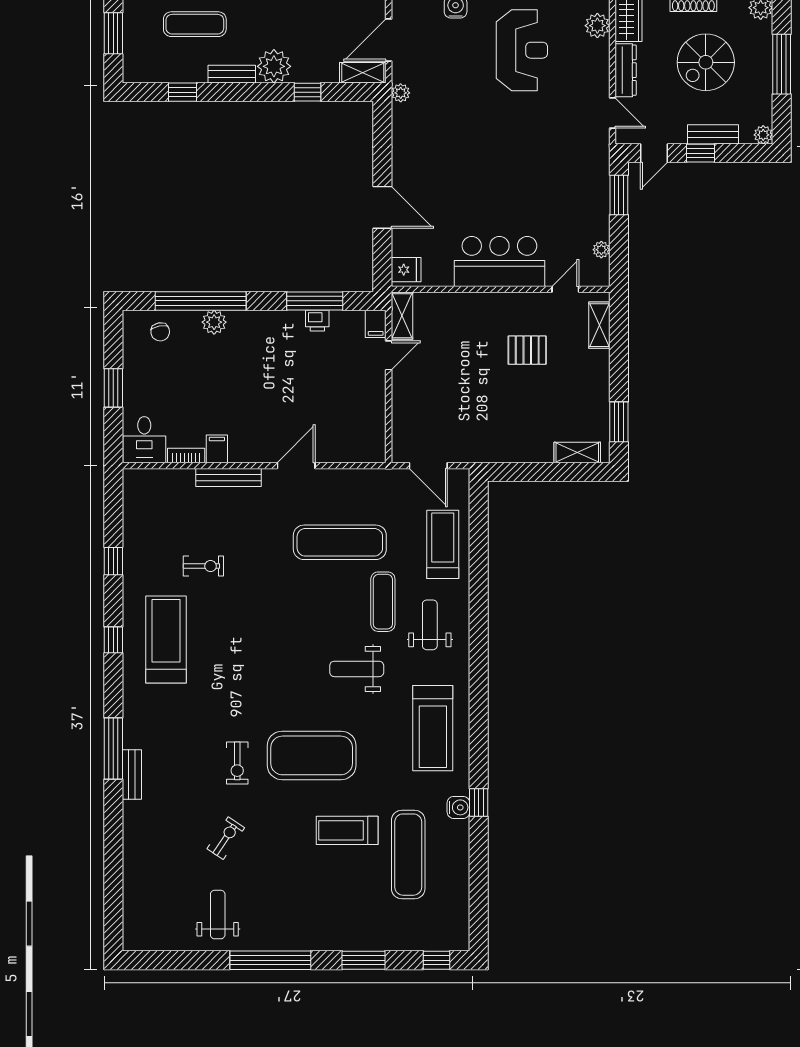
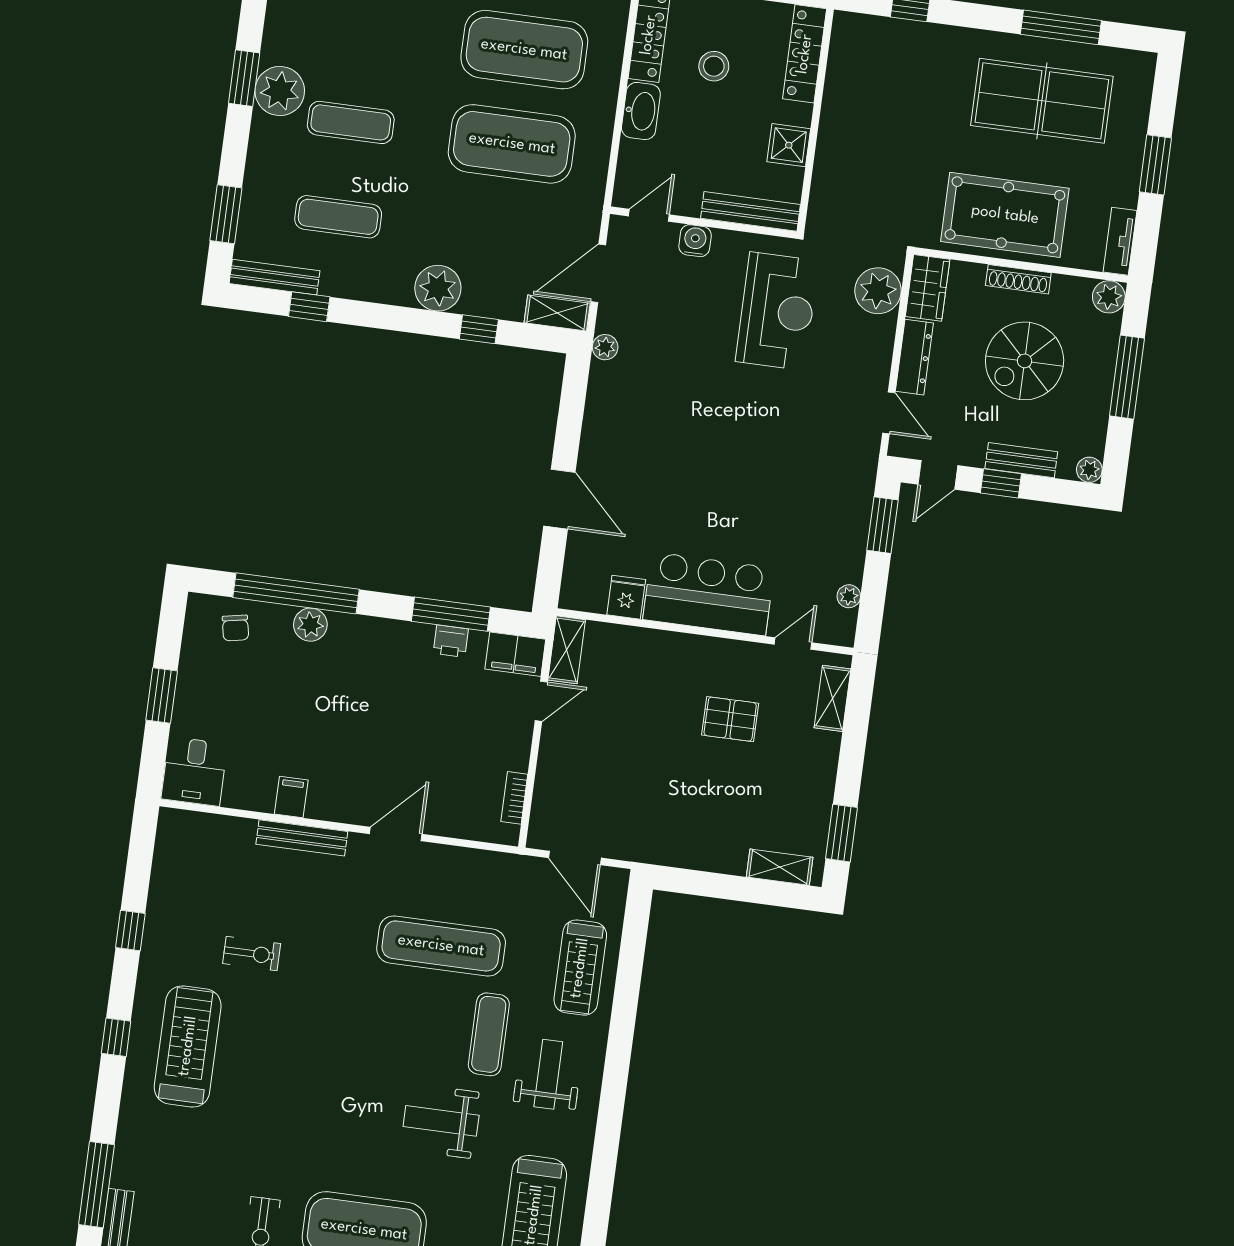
plant: (597, 26) -> (878, 291), width x1.36, depth x1.36
bench: (232, 74) -> (274, 277), moved, width x1.36
fridge: (406, 270) -> (626, 597), moved, turned -90
filing cabinet: (376, 324) -> (515, 654), width x2.00
bookcase: (186, 455) -> (514, 798), moved, turned -90
treadmill: (443, 544) -> (580, 968), turned 180

